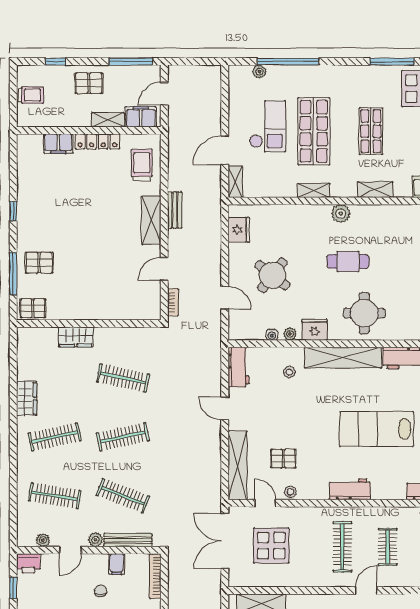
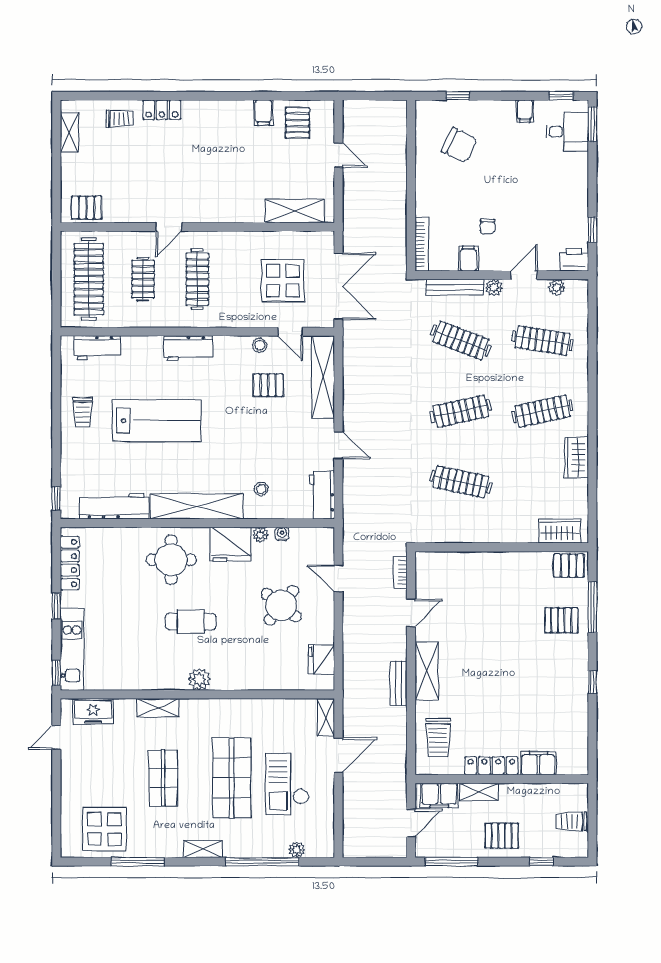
shelving: (314, 190) -> (203, 849), moved
fridge: (315, 330) -> (231, 544), width x1.36, depth x1.34
wardrobe: (76, 337) -> (560, 531), moved

